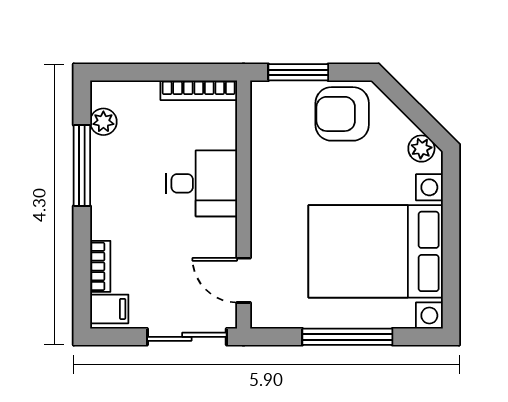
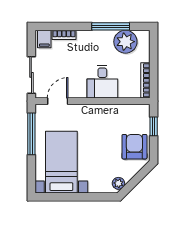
window: (298, 72) -> (154, 126), width x0.67
plant: (103, 122) -> (125, 42), width x1.88, depth x1.88
bed with nightstands: (376, 251) -> (61, 162), width x0.73
window: (347, 337) -> (31, 134), moved

